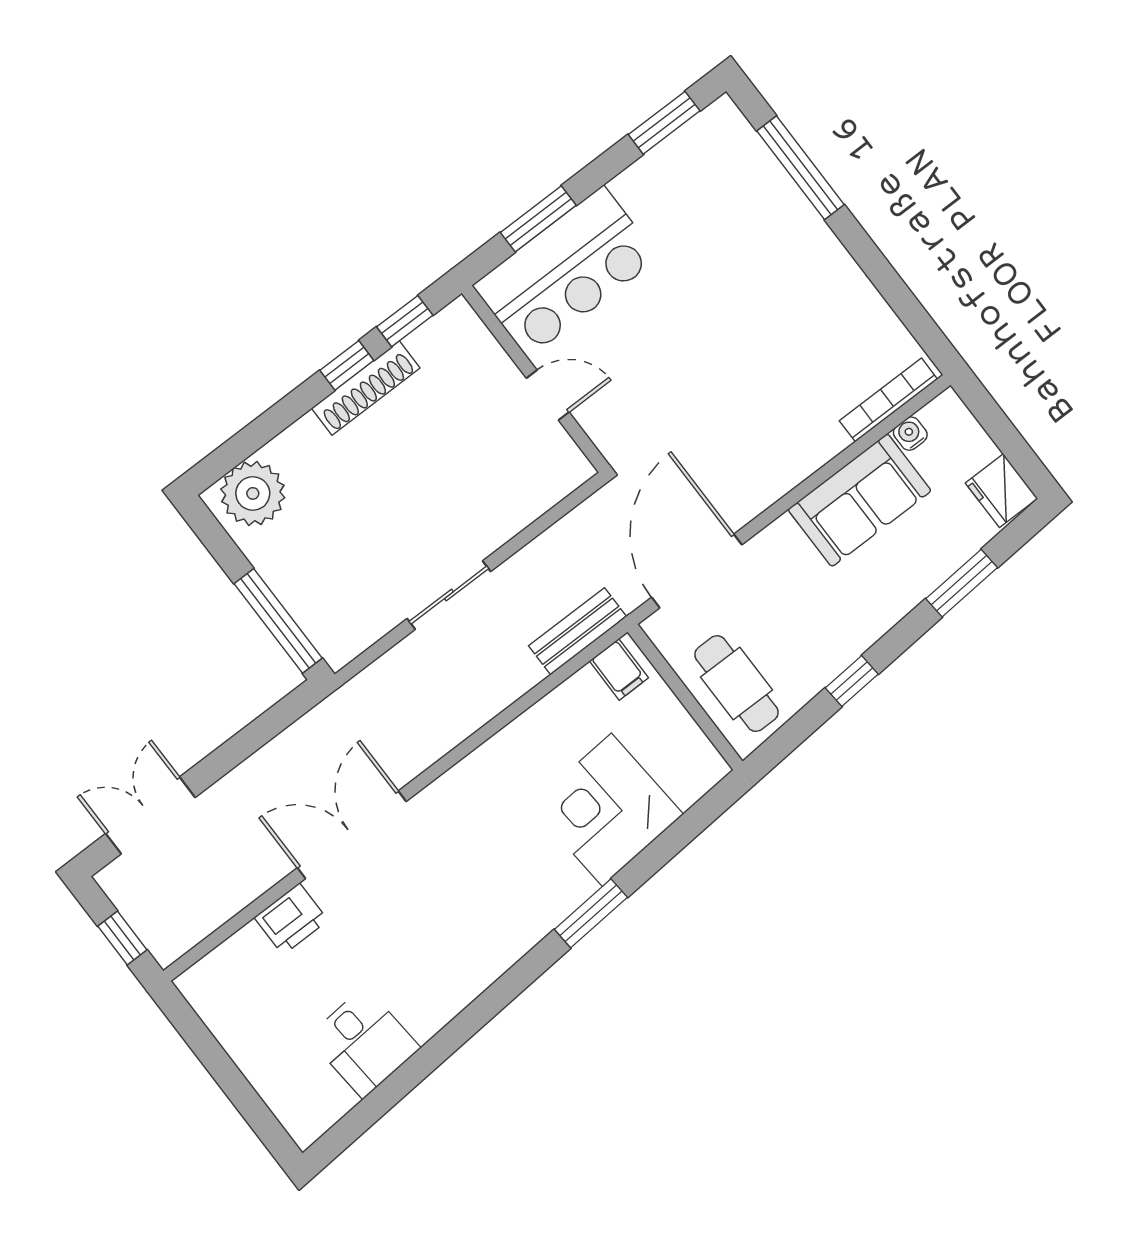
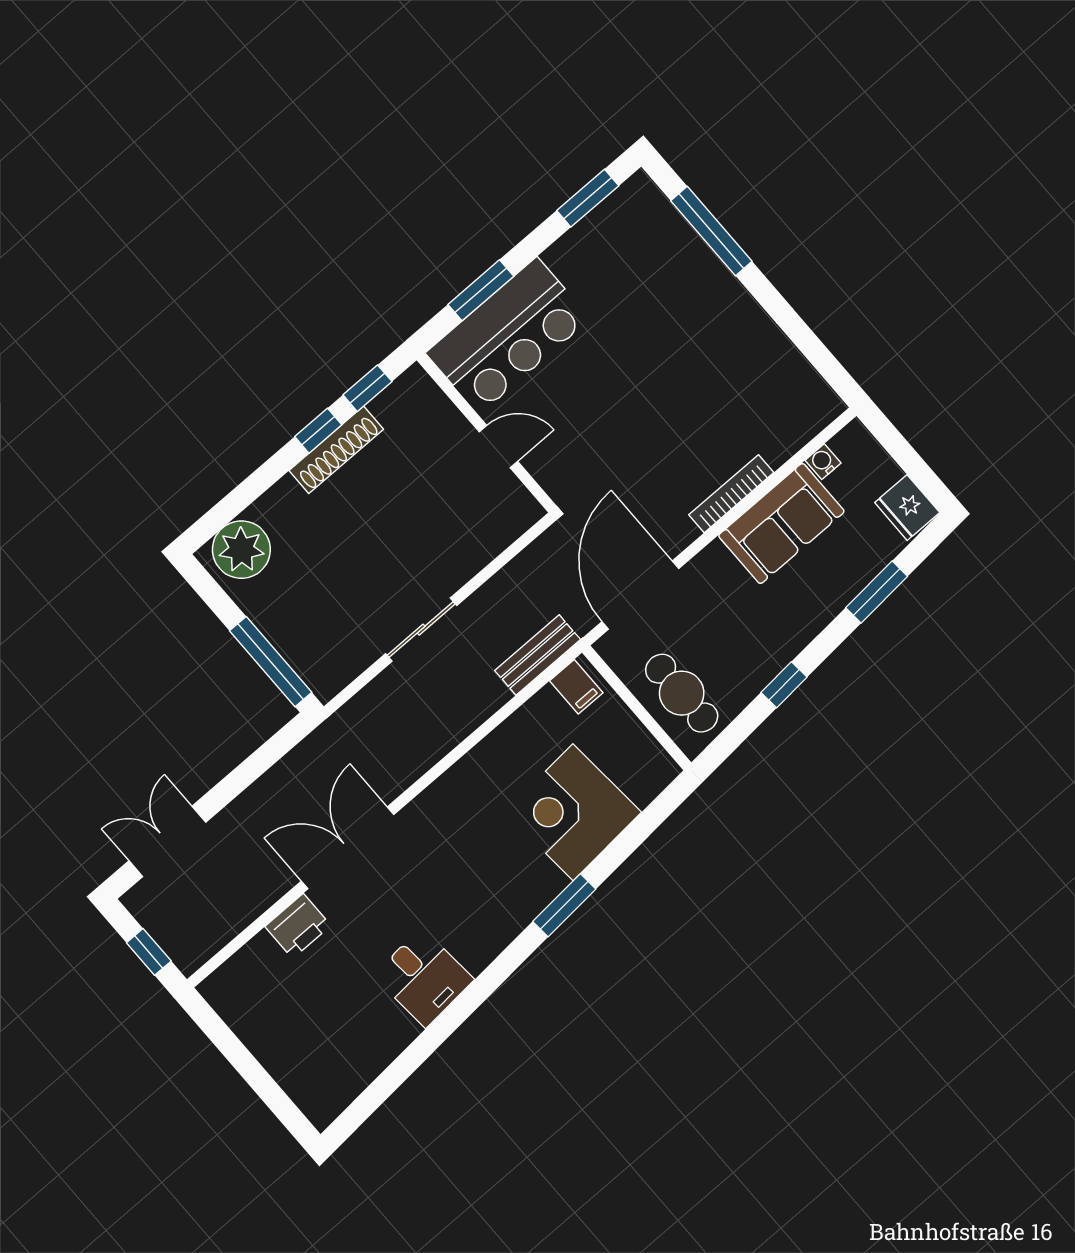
bookcase: (888, 400) -> (731, 494), moved
desk: (364, 1042) -> (424, 978), moved

